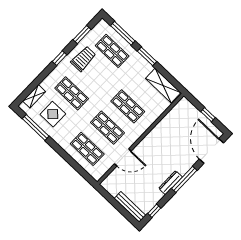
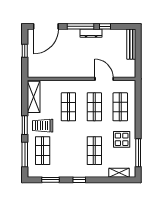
trolley: (83, 59) -> (43, 126), moved
display table: (53, 114) -> (122, 139), moved
window: (154, 211) -> (105, 26), moved

